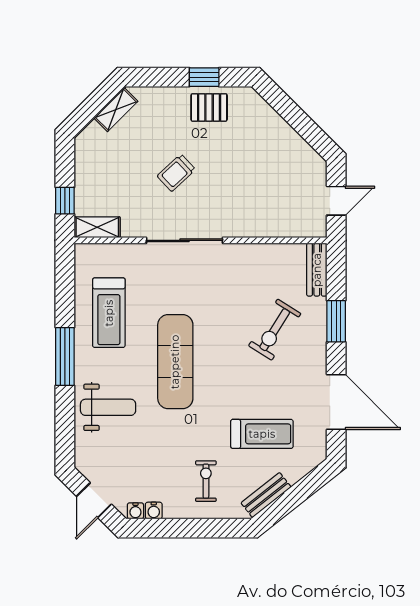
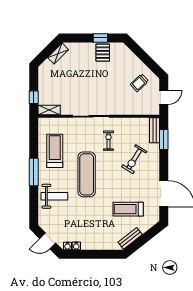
pallet: (209, 107) -> (103, 53), turned 90
trolley: (176, 173) -> (139, 83), moved
treadmill: (109, 313) -> (55, 151), turned 180
window: (336, 321) -> (164, 139), moved
treadmill: (262, 434) -> (128, 209), turned 180
exercise bike: (206, 481) -> (108, 141), moved
door: (94, 500) -> (48, 241), hinge flipped

